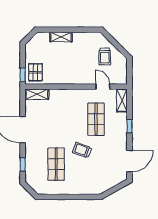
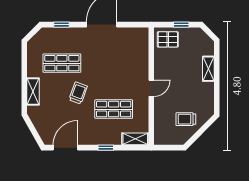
window: (23, 75) -> (181, 25), moved
door: (103, 87) -> (151, 88), moved
shelving: (37, 94) -> (33, 92), moved
door: (129, 161) -> (65, 148), swing flipped

